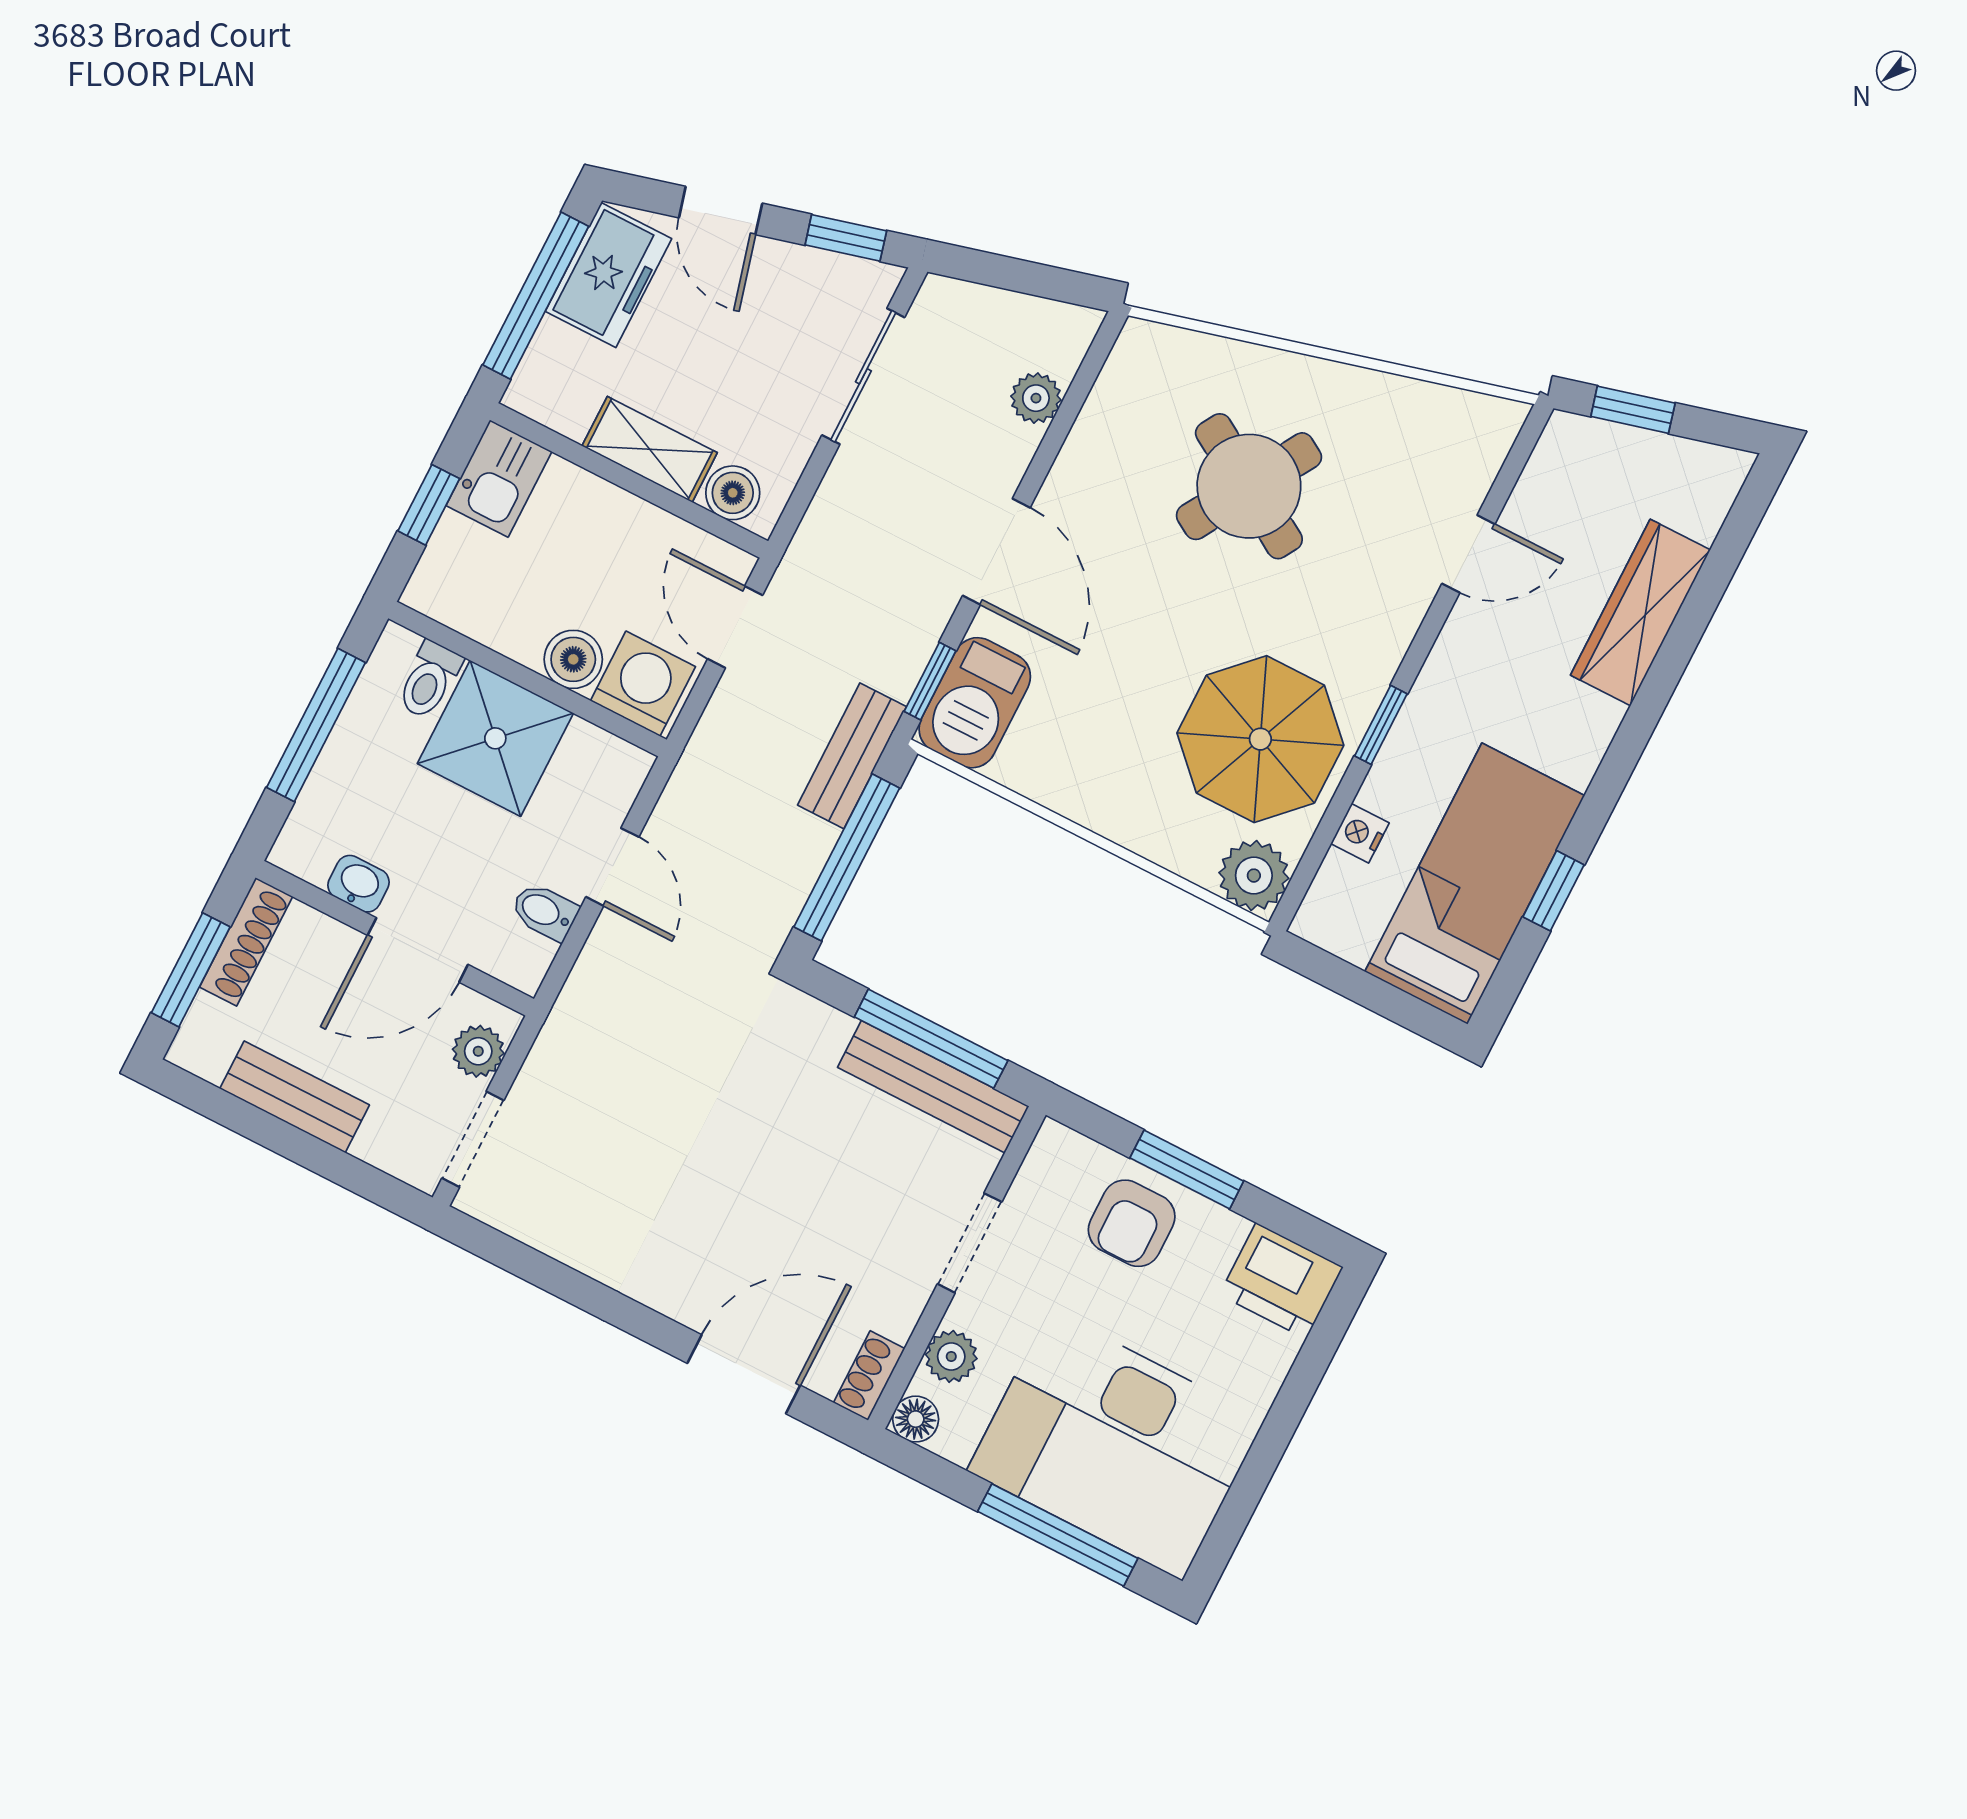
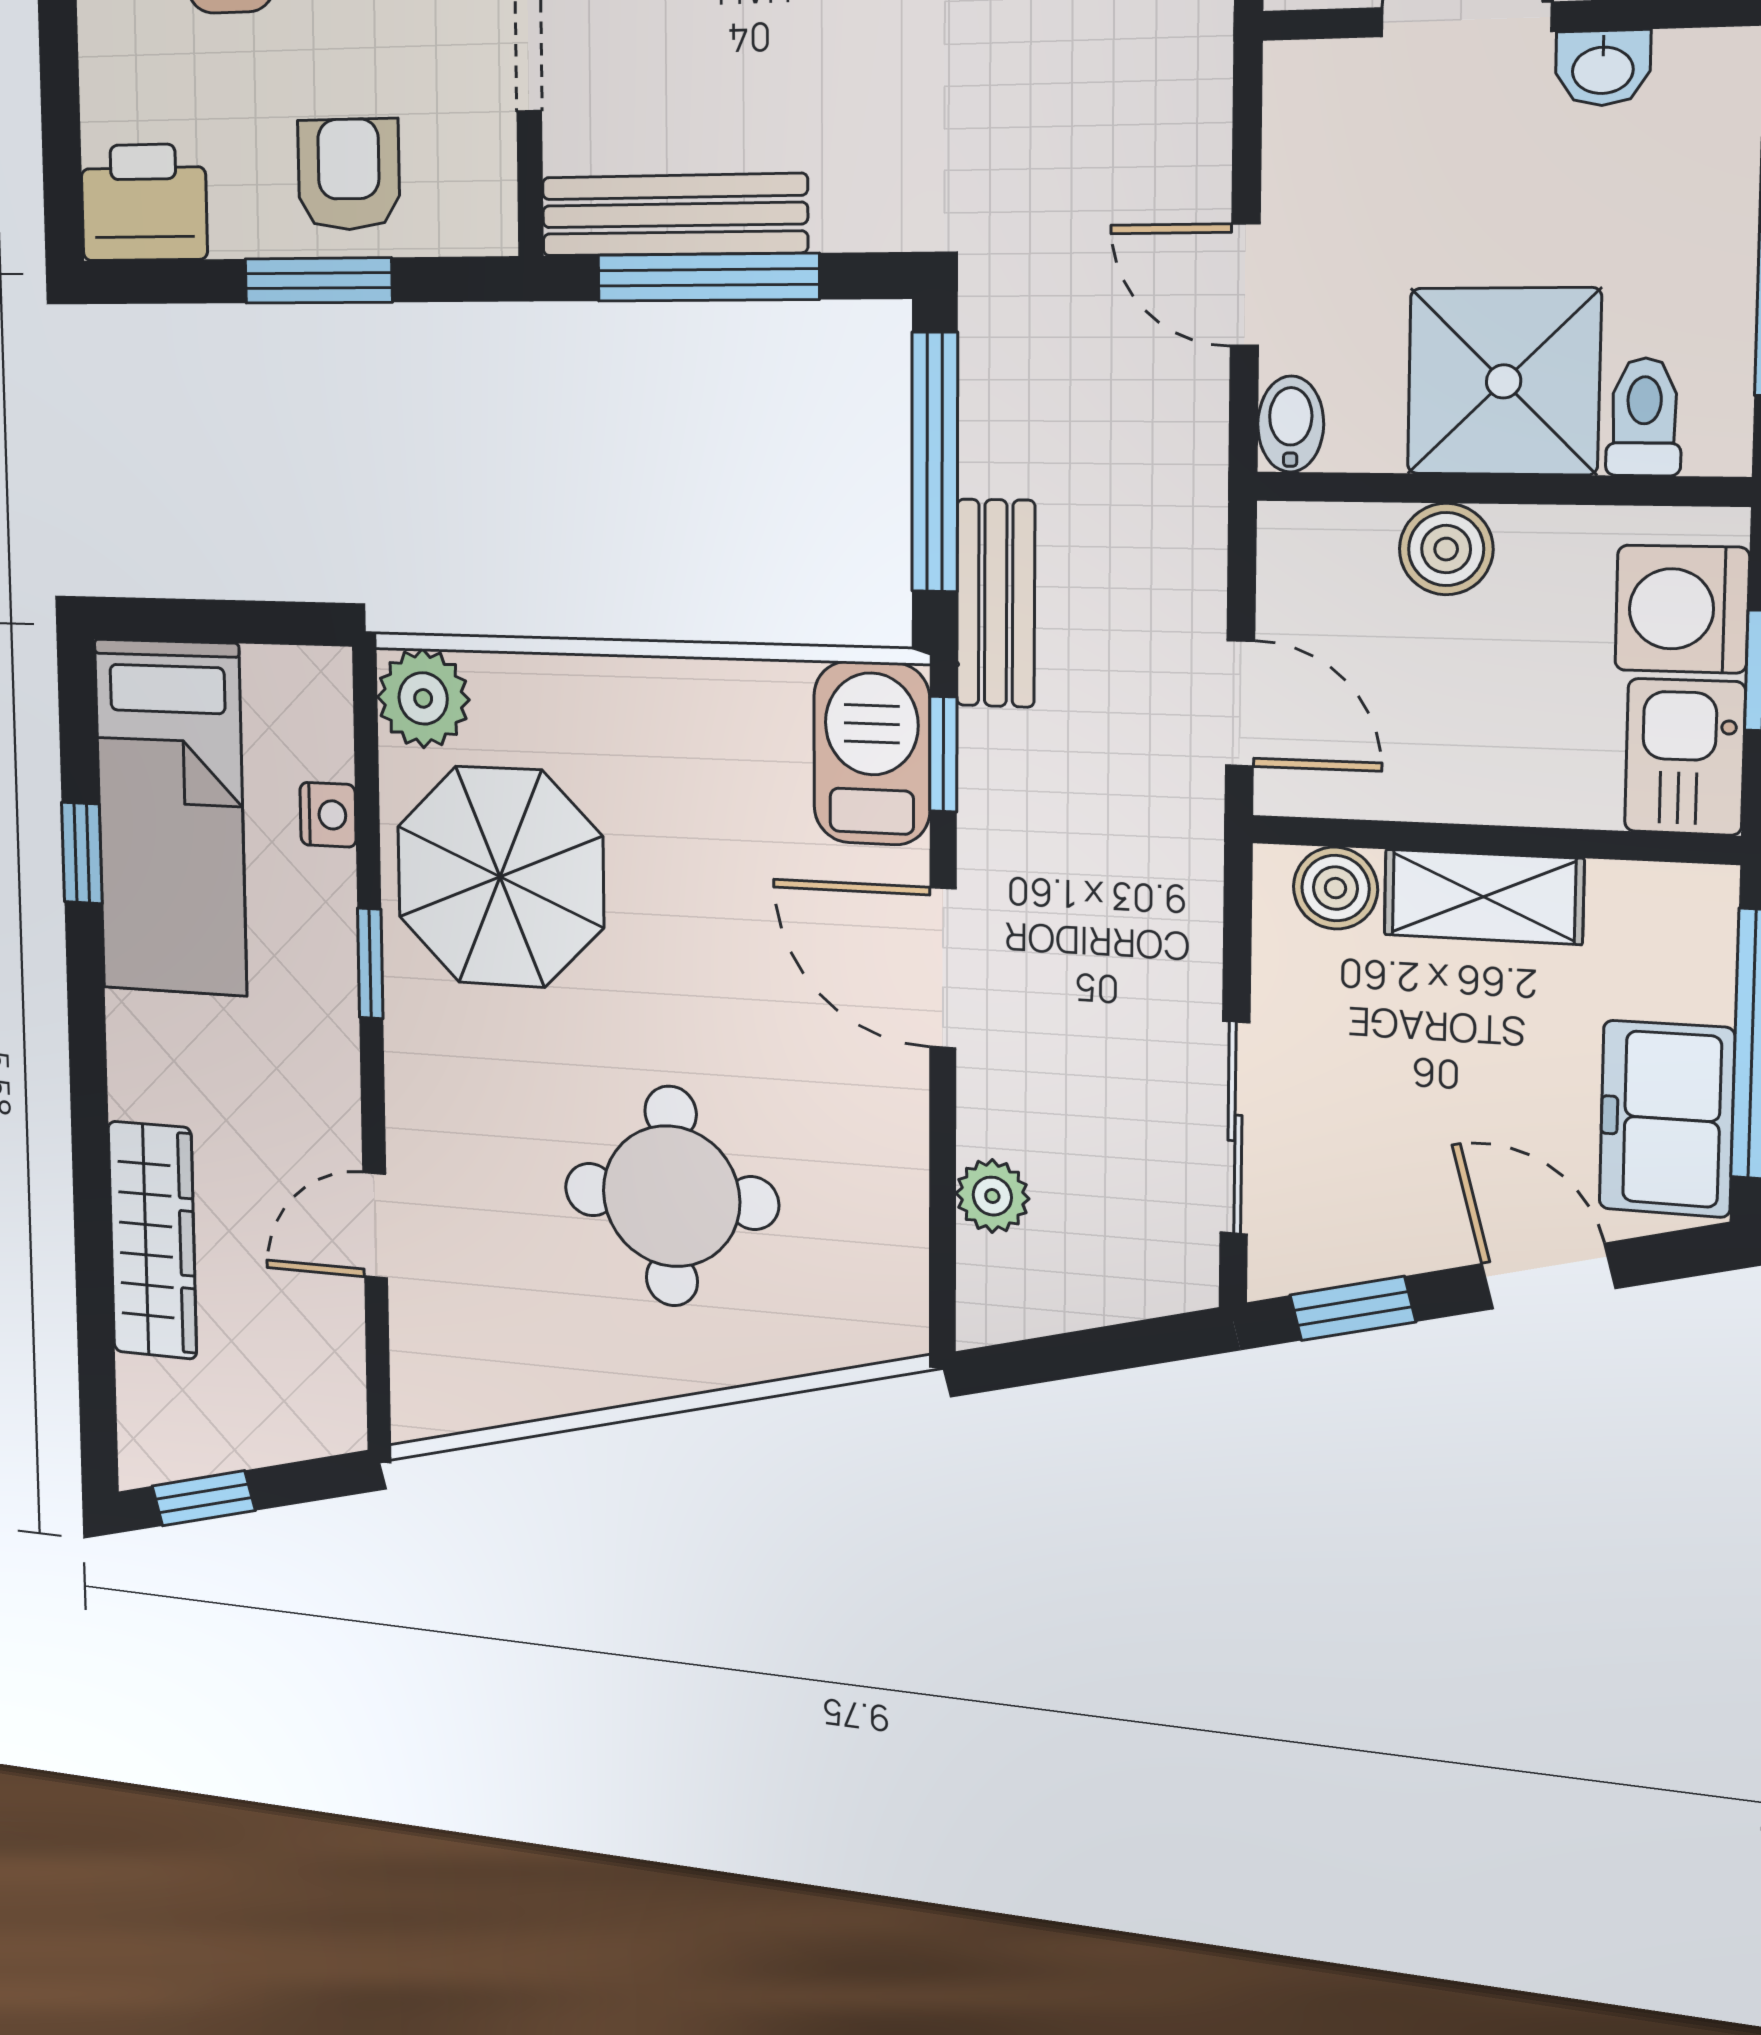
window: (1633, 410) -> (203, 1498), moved
round table: (1249, 486) -> (671, 1196), turned -31
washing machine: (643, 684) -> (1682, 609), moved, turned 90
bidet: (544, 912) -> (1291, 424), moved, turned -90

